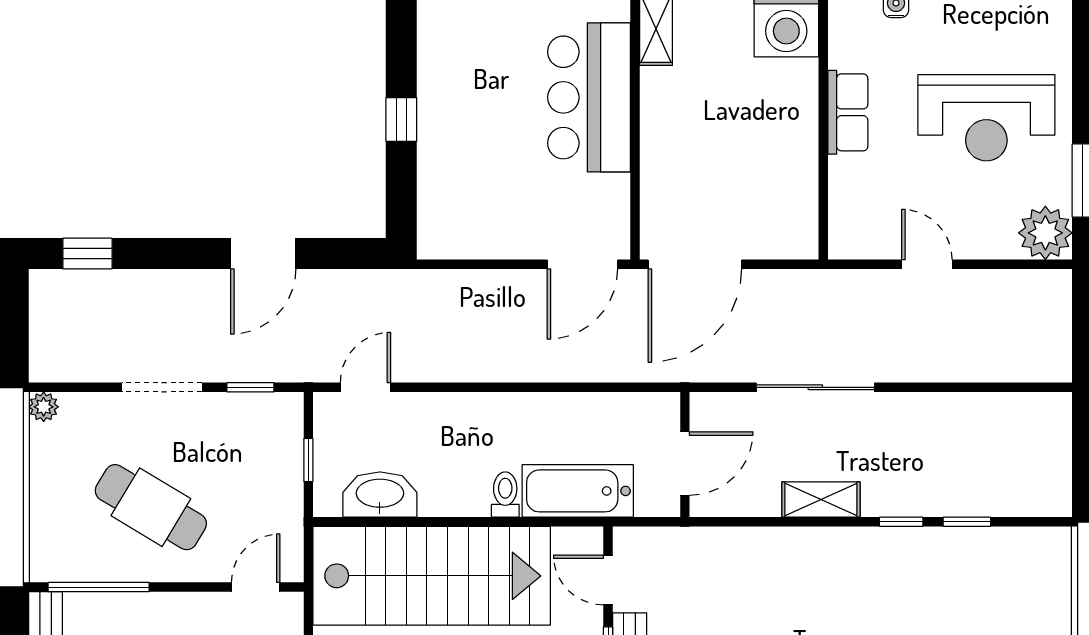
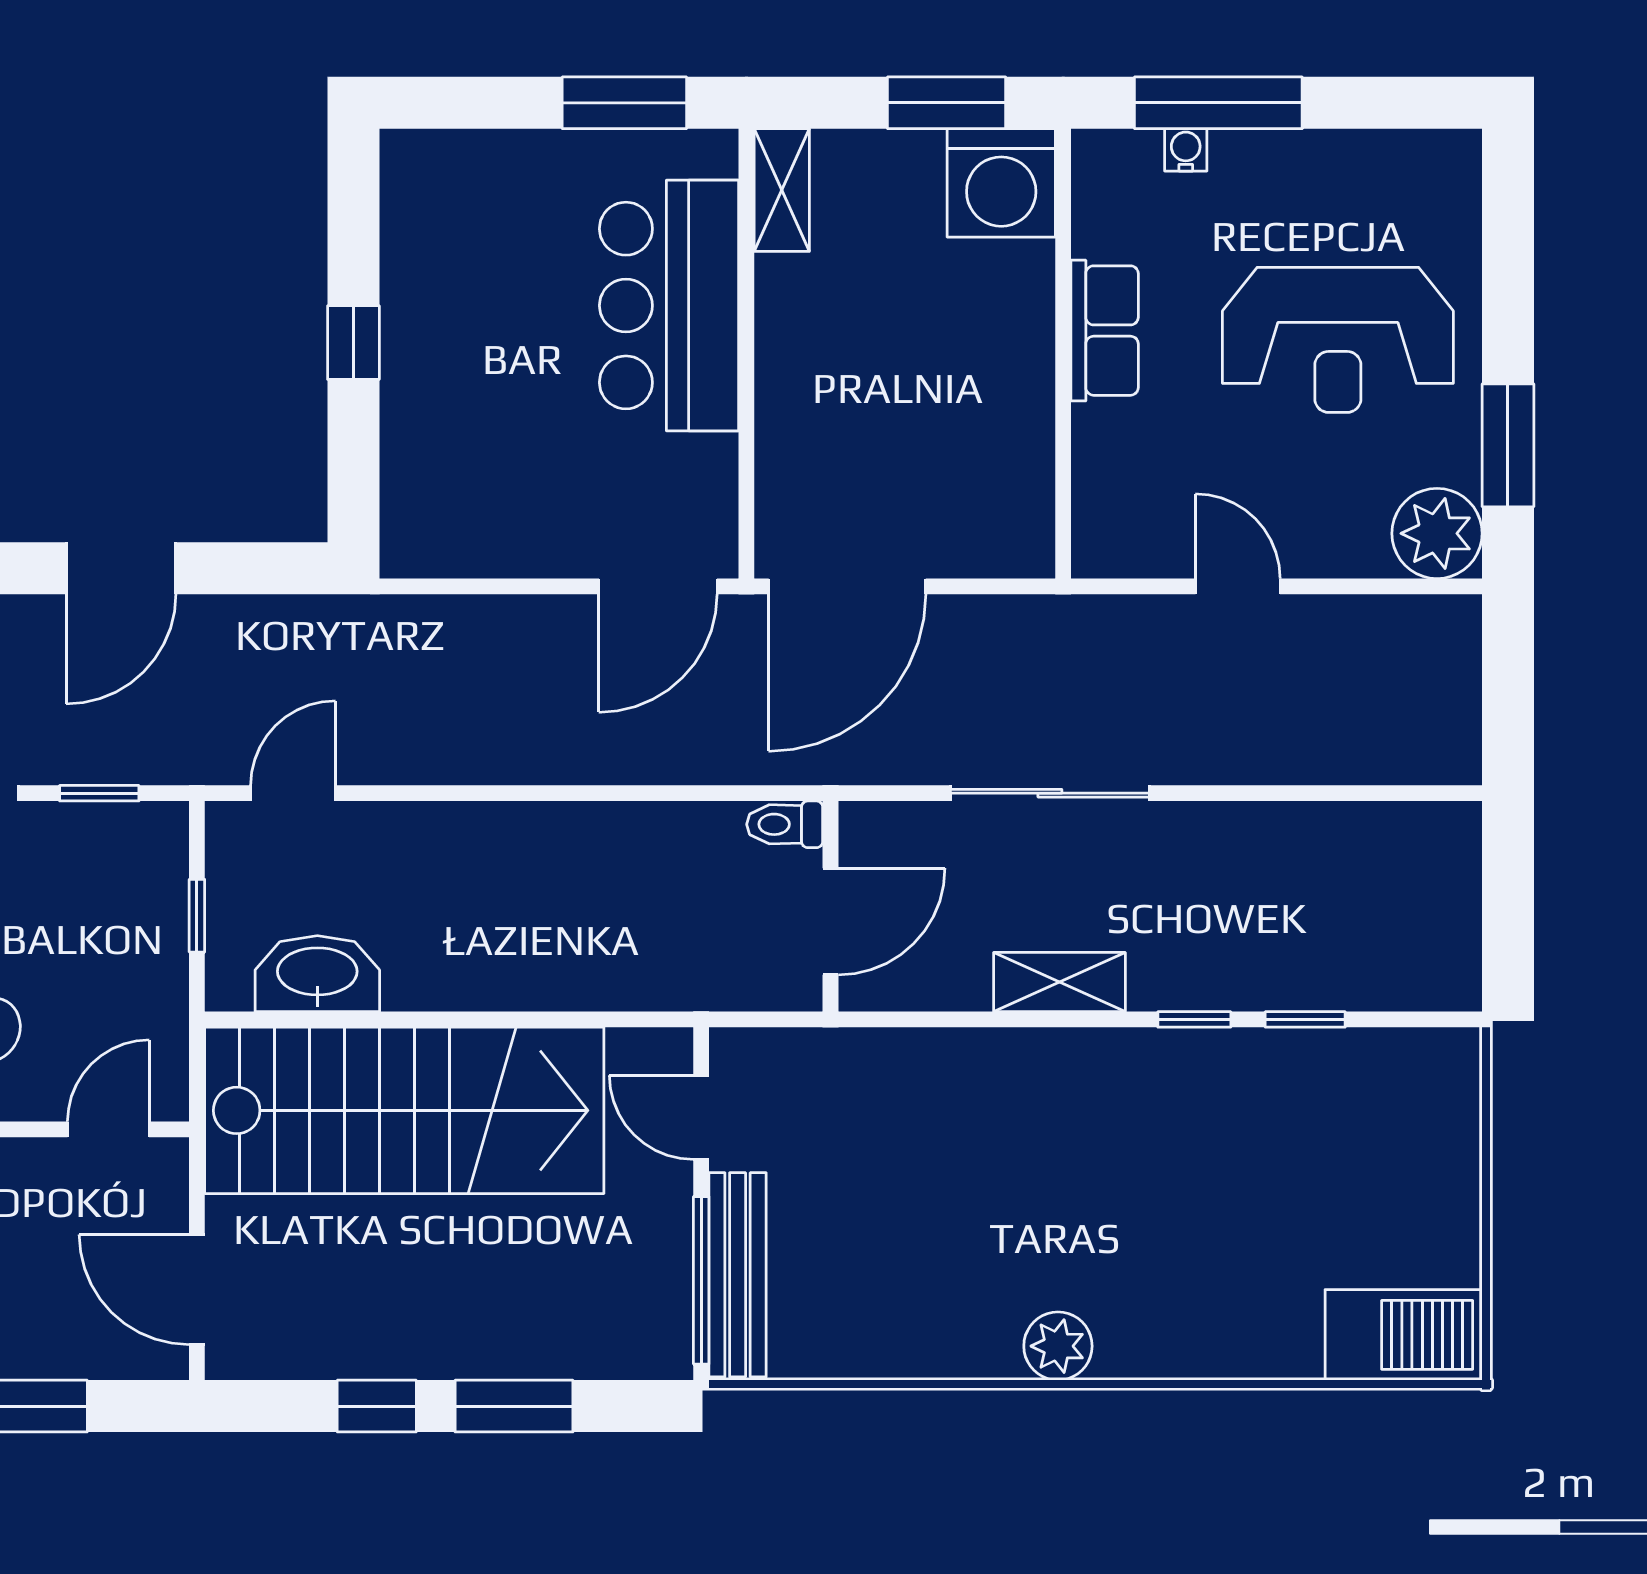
bathtub: (578, 491) -> (650, 968), removed
toilet: (505, 495) -> (785, 824), moved, turned -90

